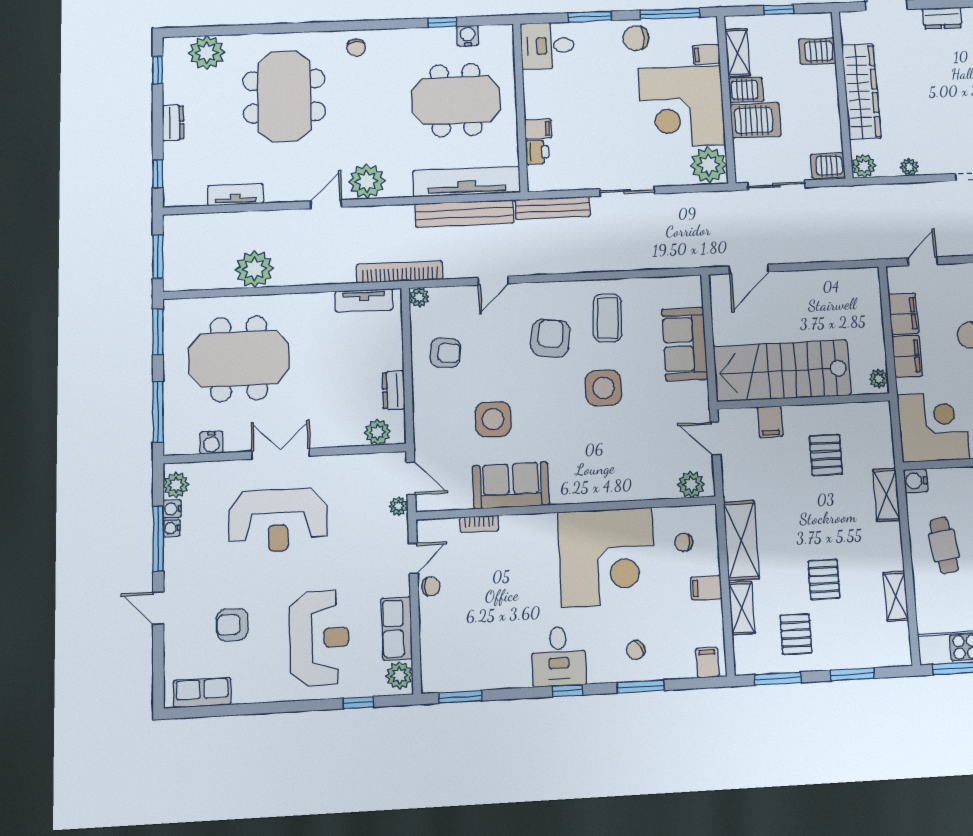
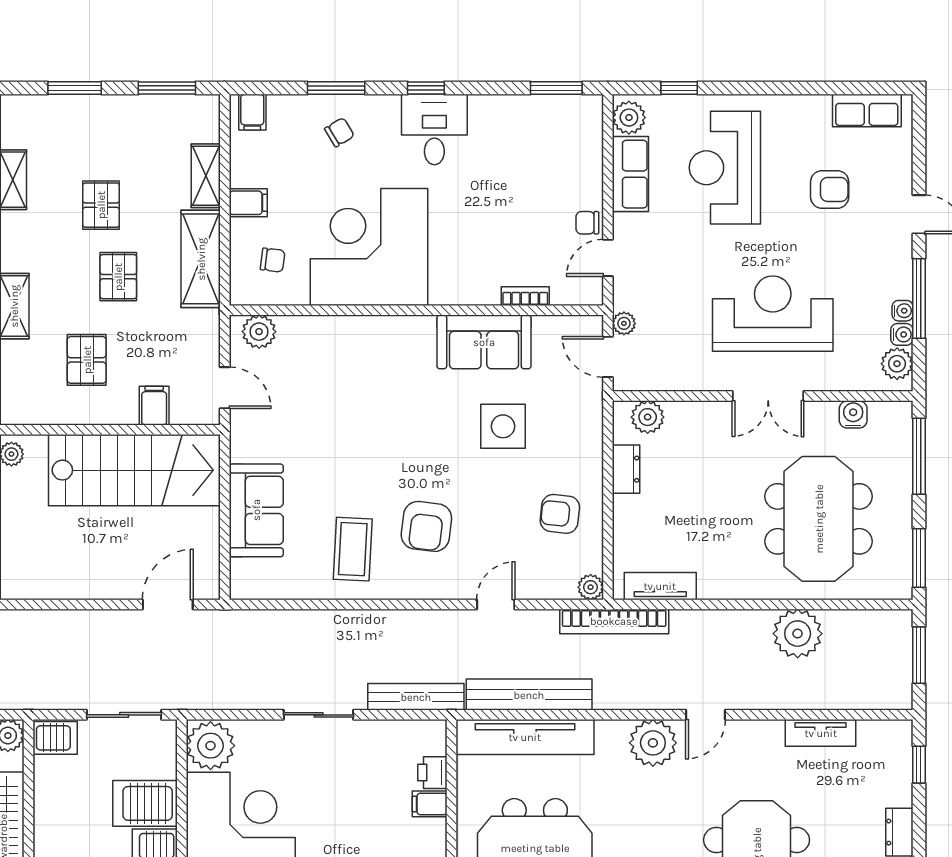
meeting table: (239, 359) -> (819, 519), turned 90
side table: (603, 388) -> (363, 459), removed
pallet: (796, 634) -> (118, 277), moved

